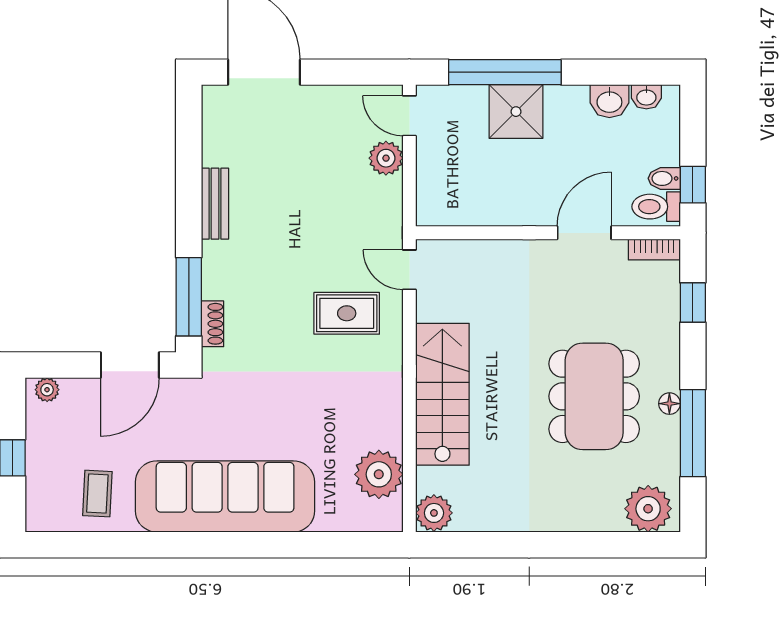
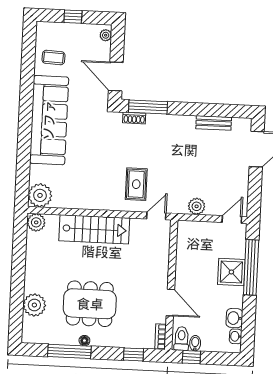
plant: (386, 158) -> (197, 206), moved
bench: (215, 204) -> (214, 123), moved
plant: (379, 474) -> (40, 195), moved
plant: (648, 509) -> (34, 305), moved

